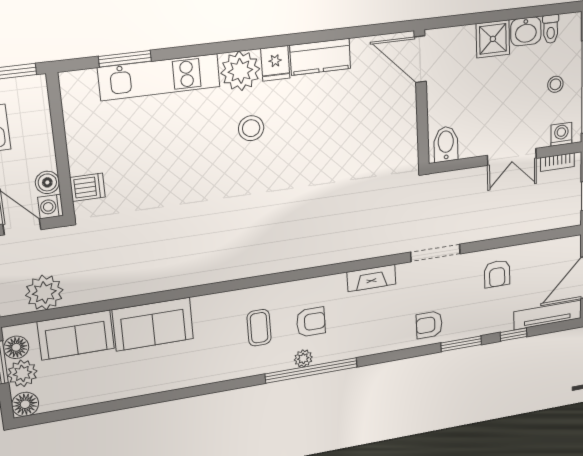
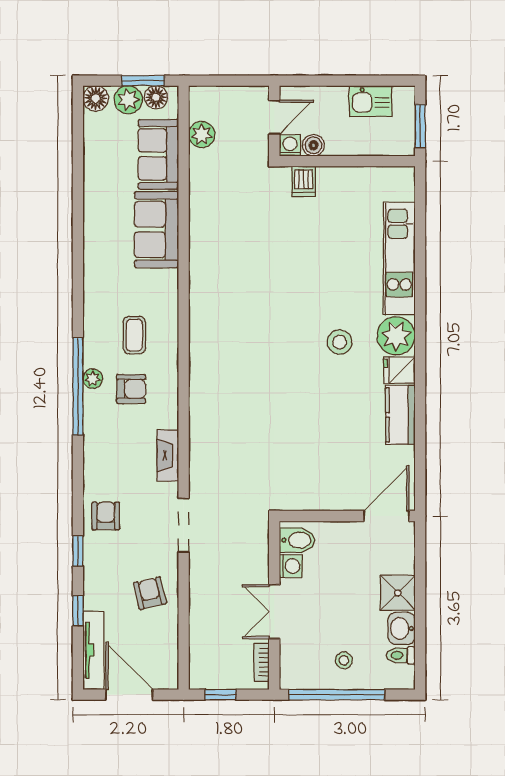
window: (125, 59) -> (420, 229), removed
washing machine: (561, 134) -> (291, 566), moved
armchair: (497, 274) -> (150, 593), turned 77
plant: (44, 293) -> (202, 135), width x0.73, depth x0.73
armchair: (311, 322) -> (131, 389), turned -90
coffee table: (259, 328) -> (134, 335), turned 90
window: (461, 344) -> (78, 551), width x0.67

